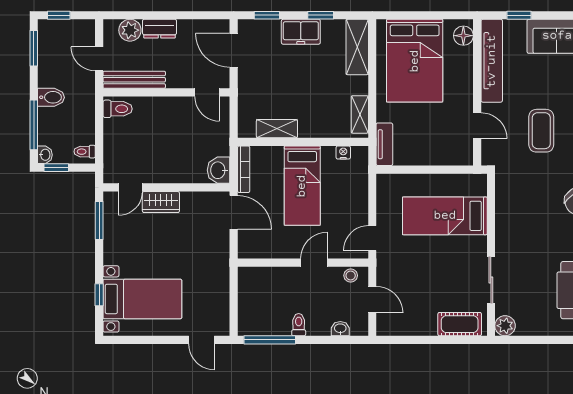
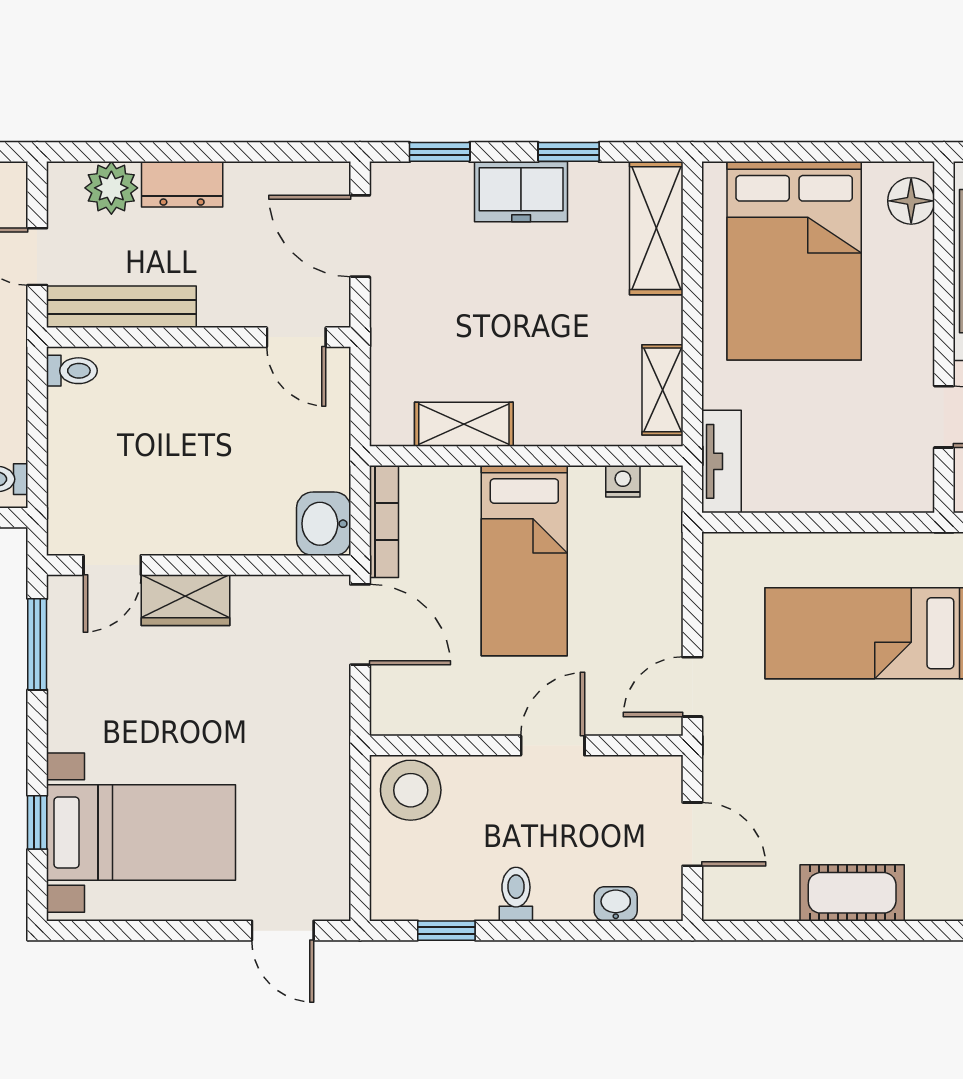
toilet: (118, 109) -> (72, 371), width x0.73, depth x0.72
stool: (351, 275) -> (411, 790), moved, width x1.89, depth x1.89
cot: (460, 324) -> (852, 893), moved
window: (270, 340) -> (446, 931), width x0.46

